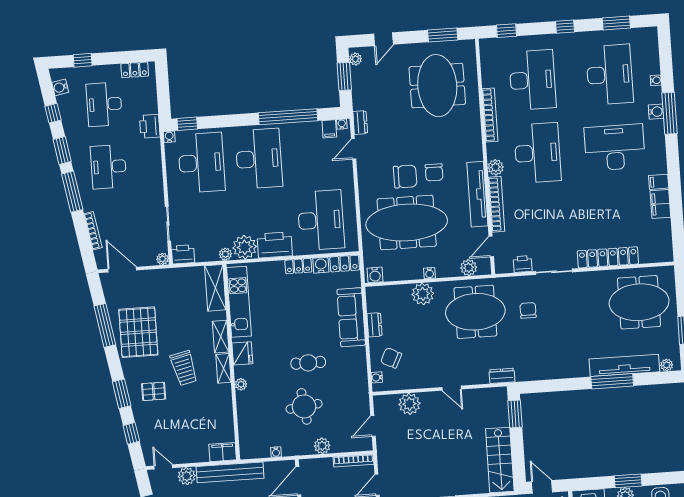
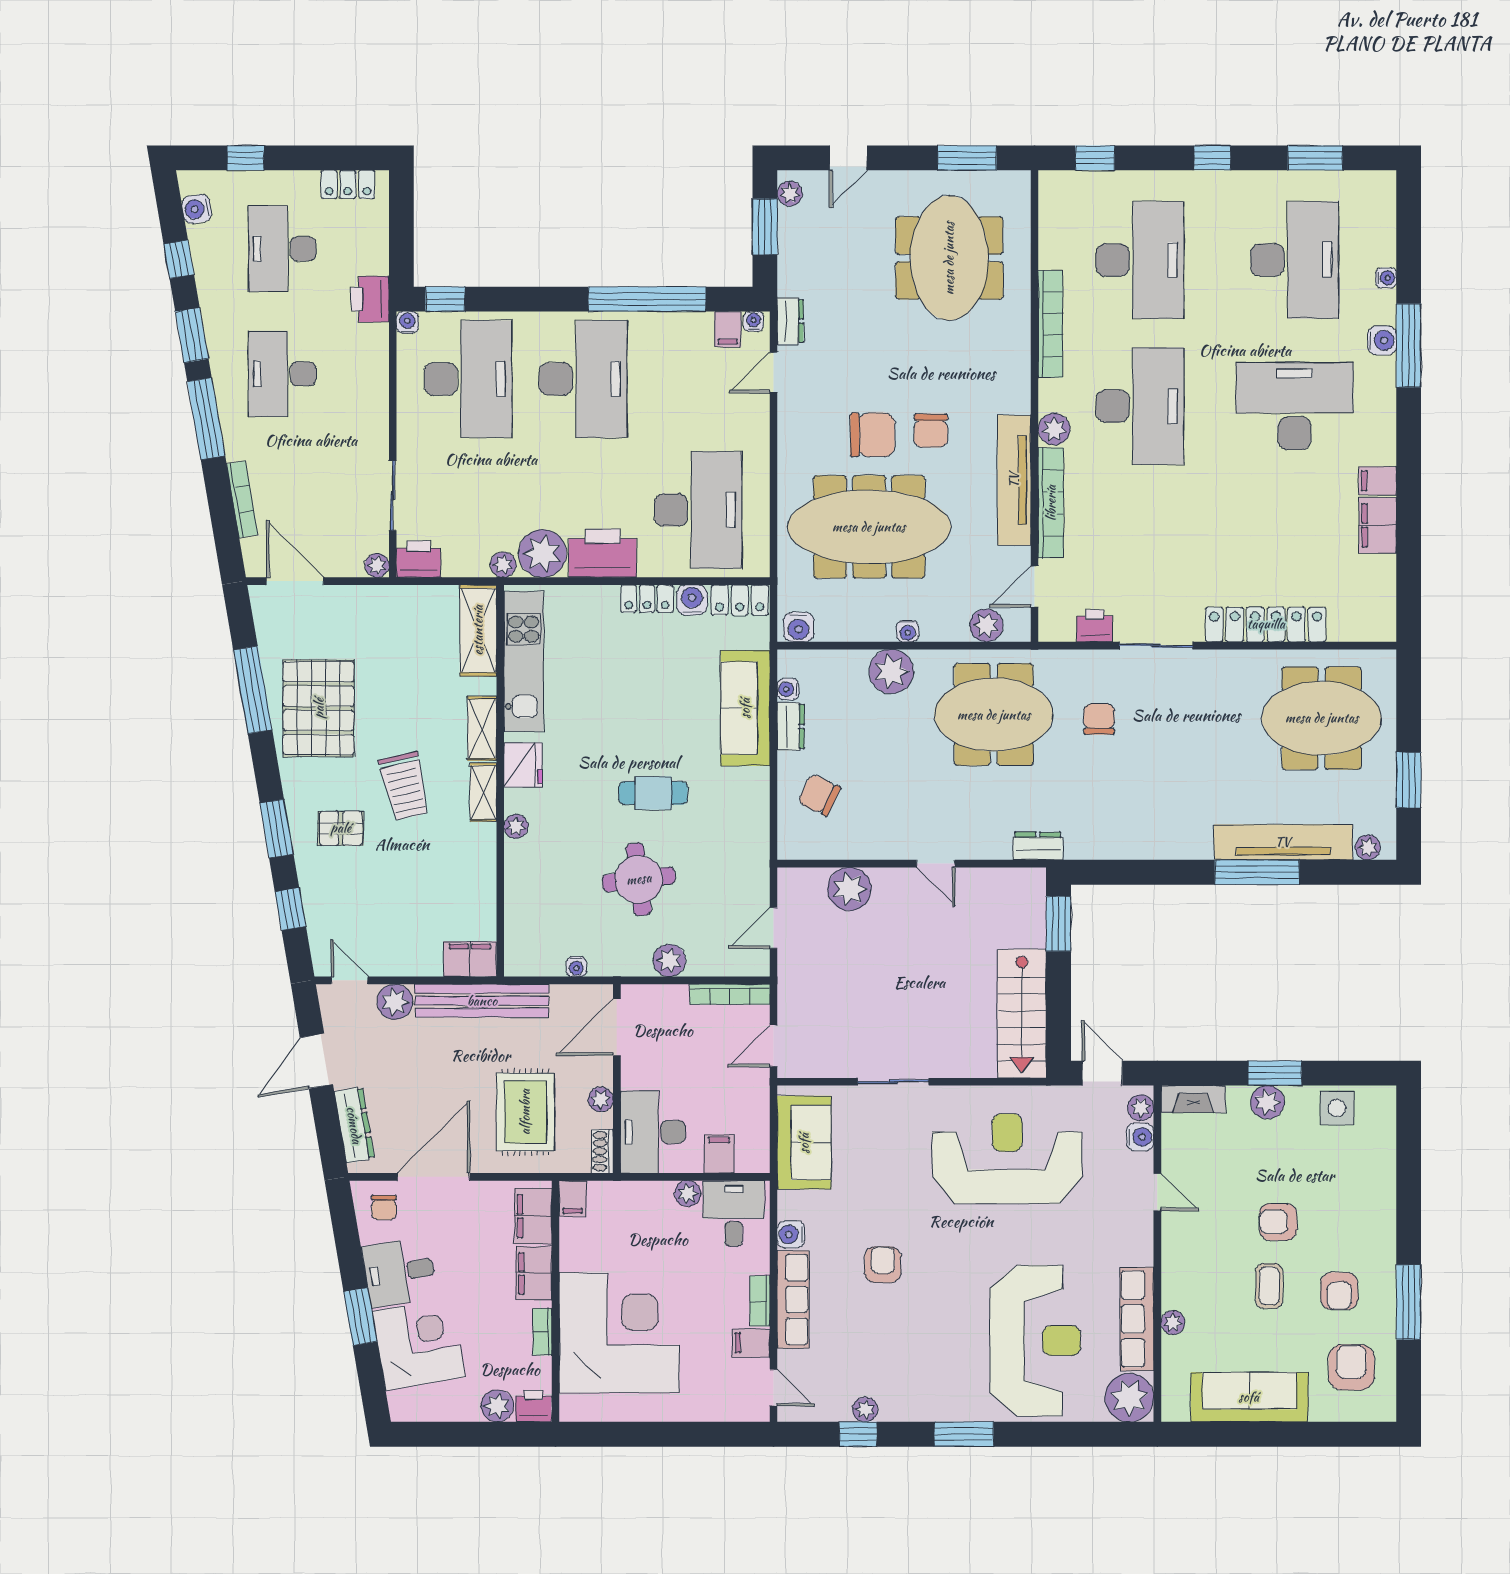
water cooler: (377, 377) -> (788, 689), moved

